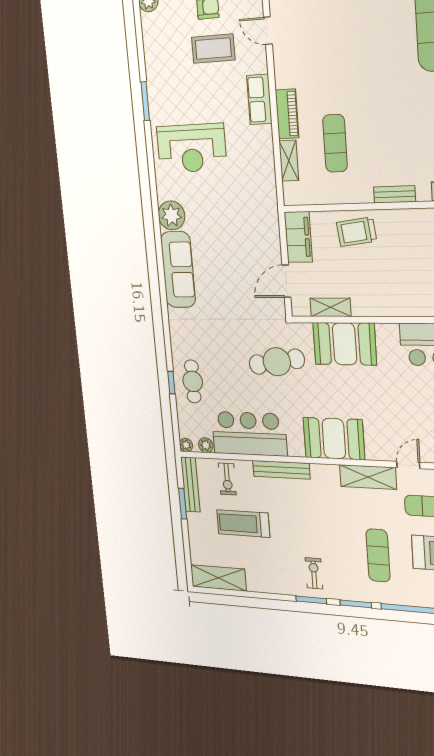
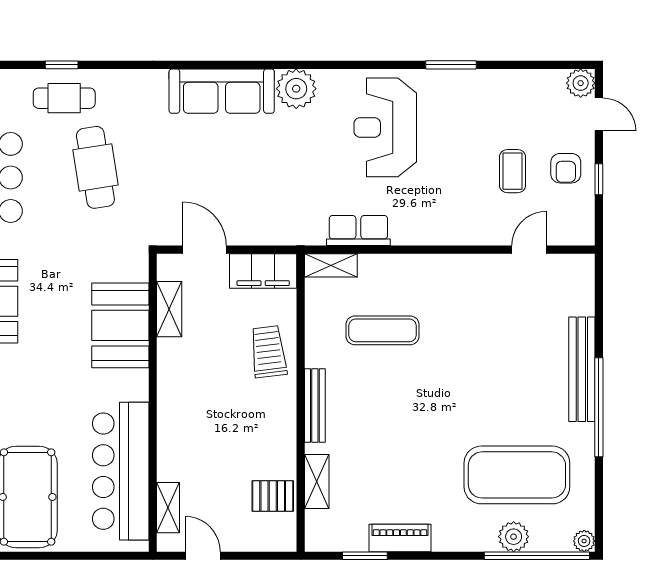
coffee table: (213, 49) -> (513, 171), width x0.73, depth x0.77
row of seats: (259, 99) -> (358, 230), moved
piano: (287, 114) -> (423, 268), removed
shelving: (289, 161) -> (331, 265), moved
bench: (395, 194) -> (315, 406), width x1.36
cafe table: (277, 362) -> (95, 167), moved

